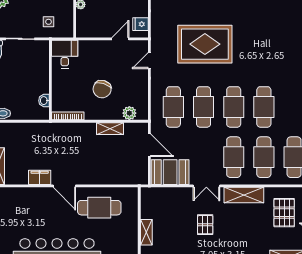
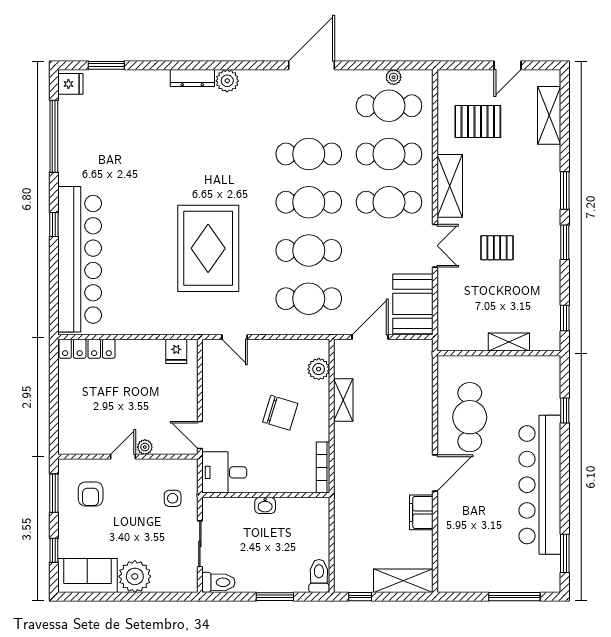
door: (120, 39) -> (200, 435), moved
washbasin: (44, 101) -> (265, 505), moved

